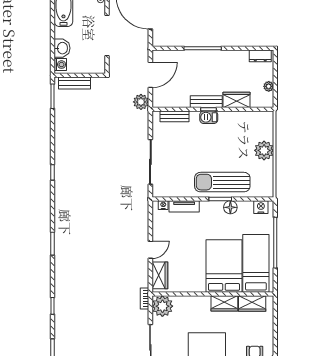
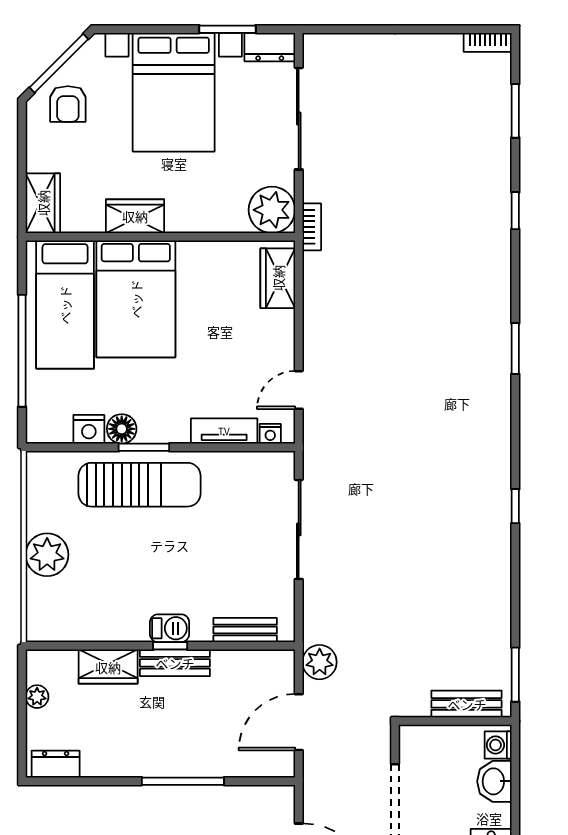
nightstand: (261, 207) -> (89, 429), moved
door: (150, 250) -> (299, 390), moved
wardrobe: (252, 304) -> (43, 203), moved, turned 90

